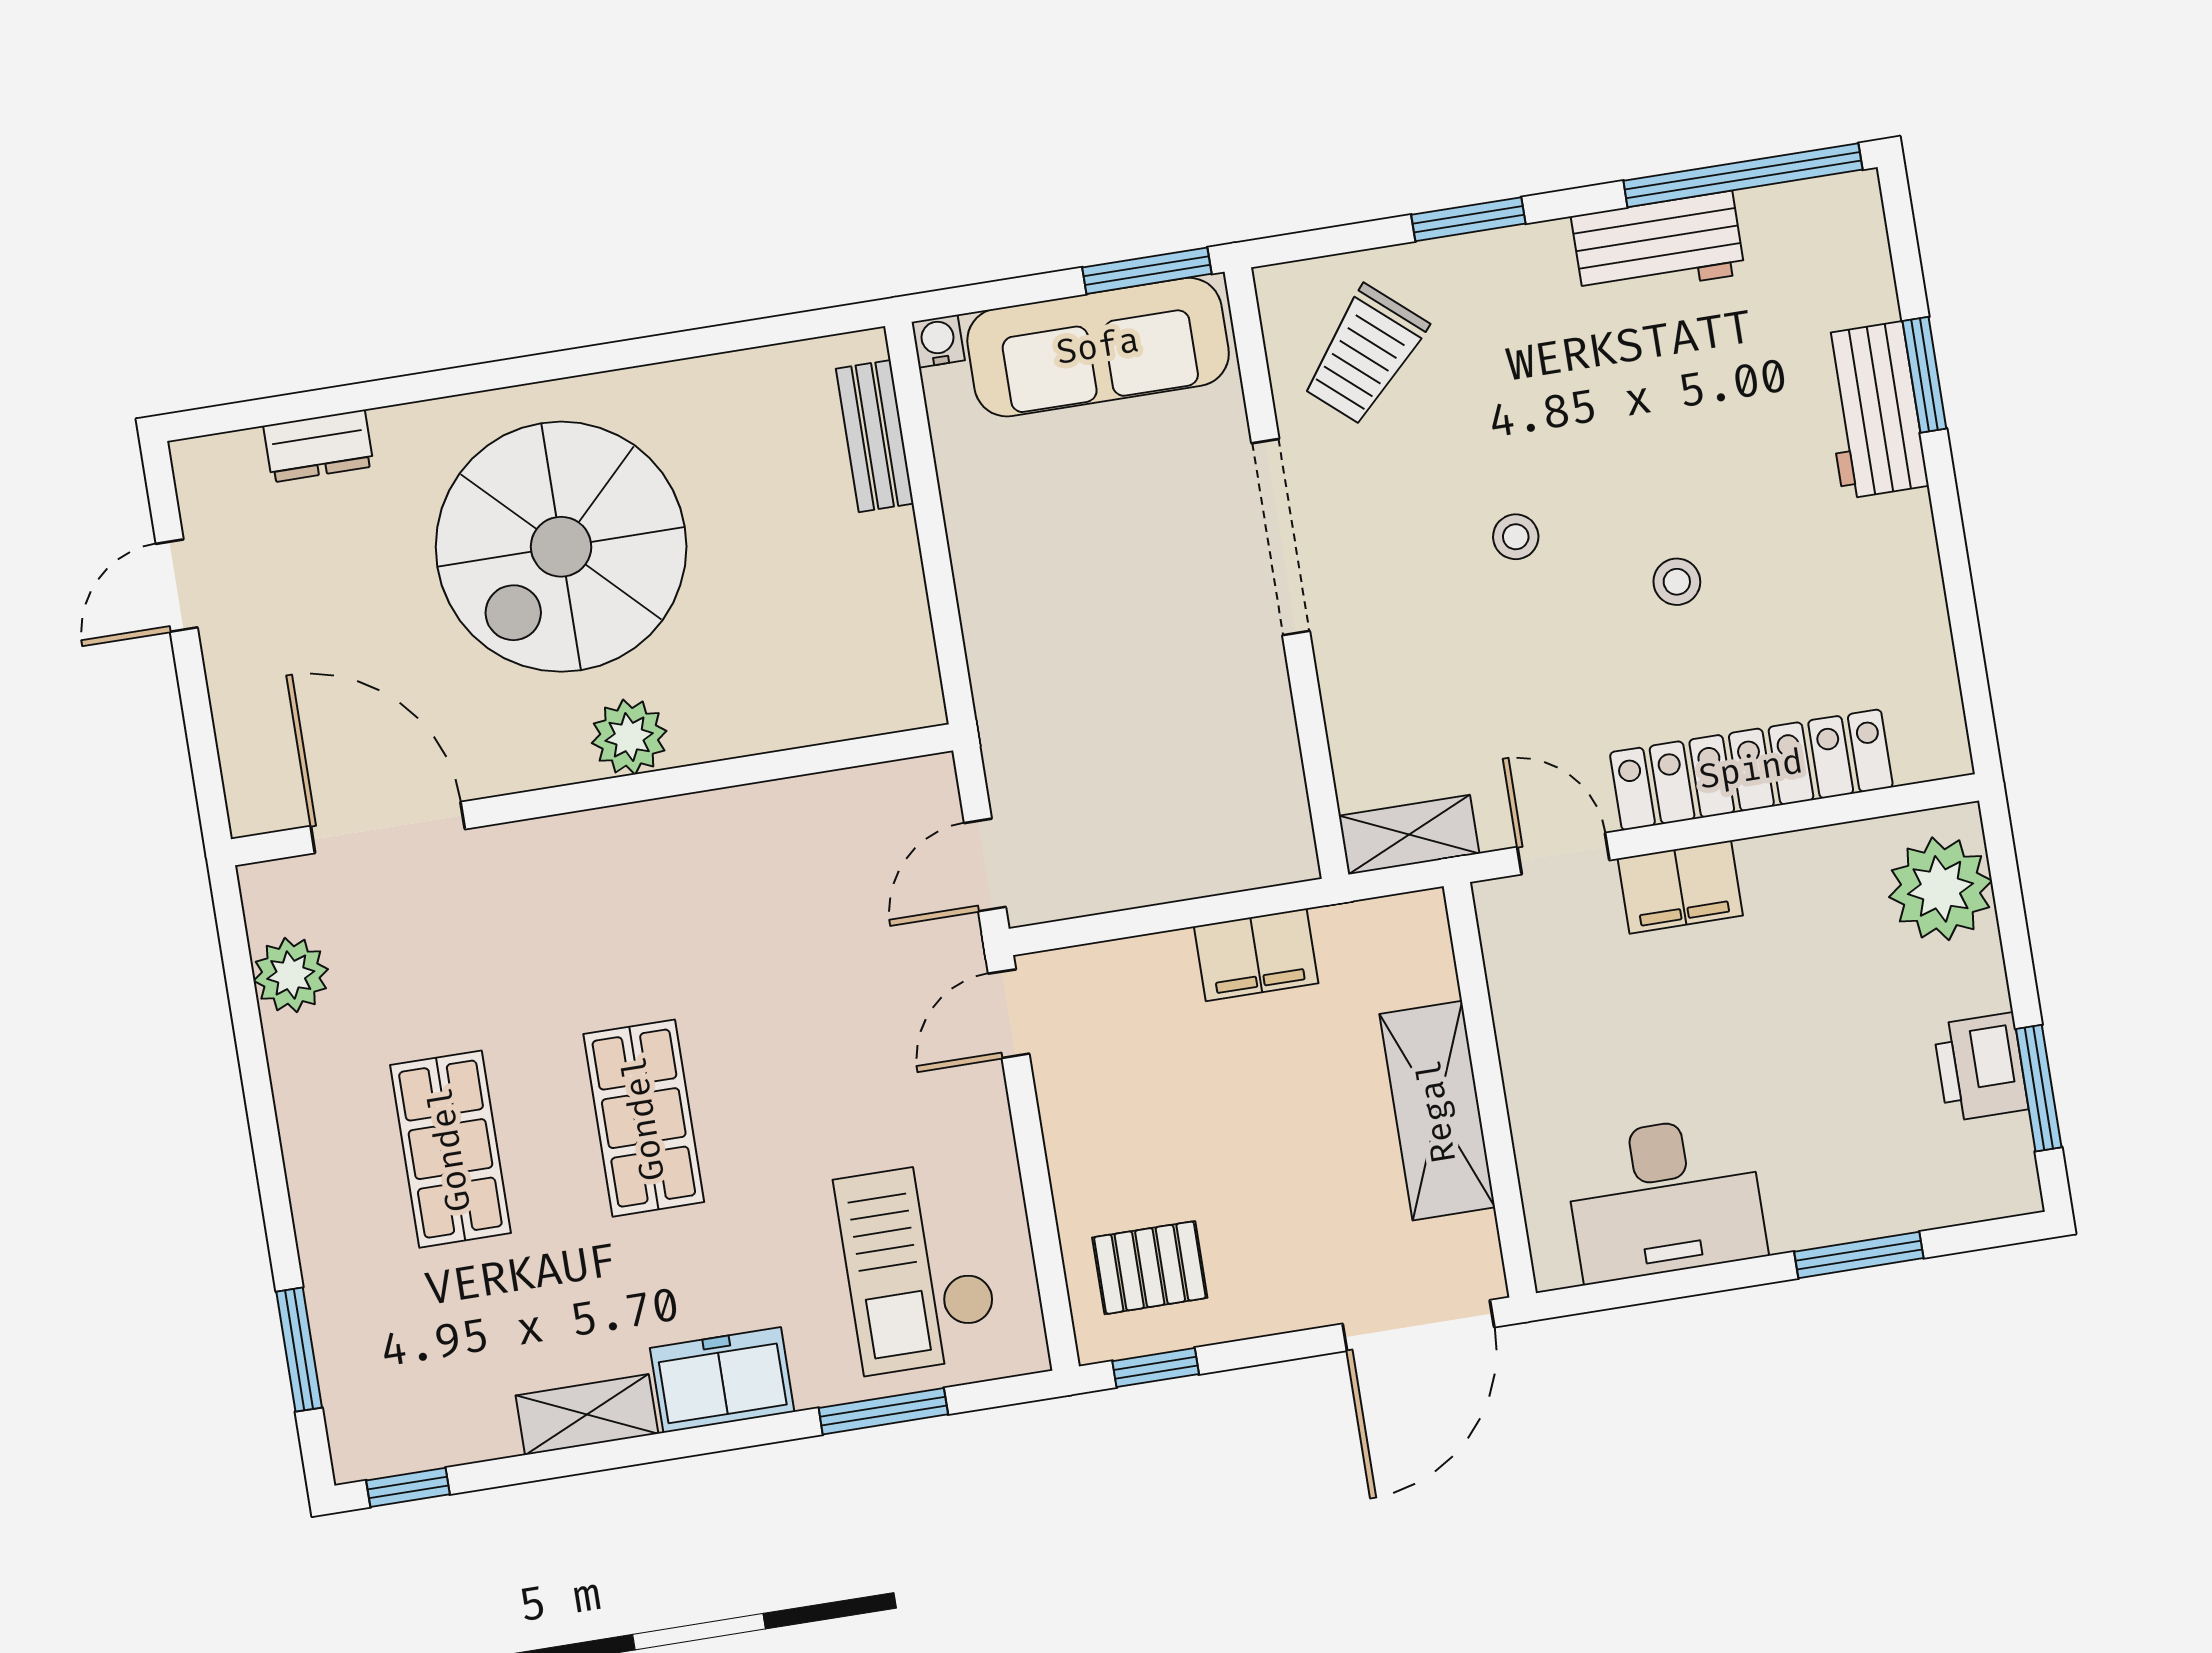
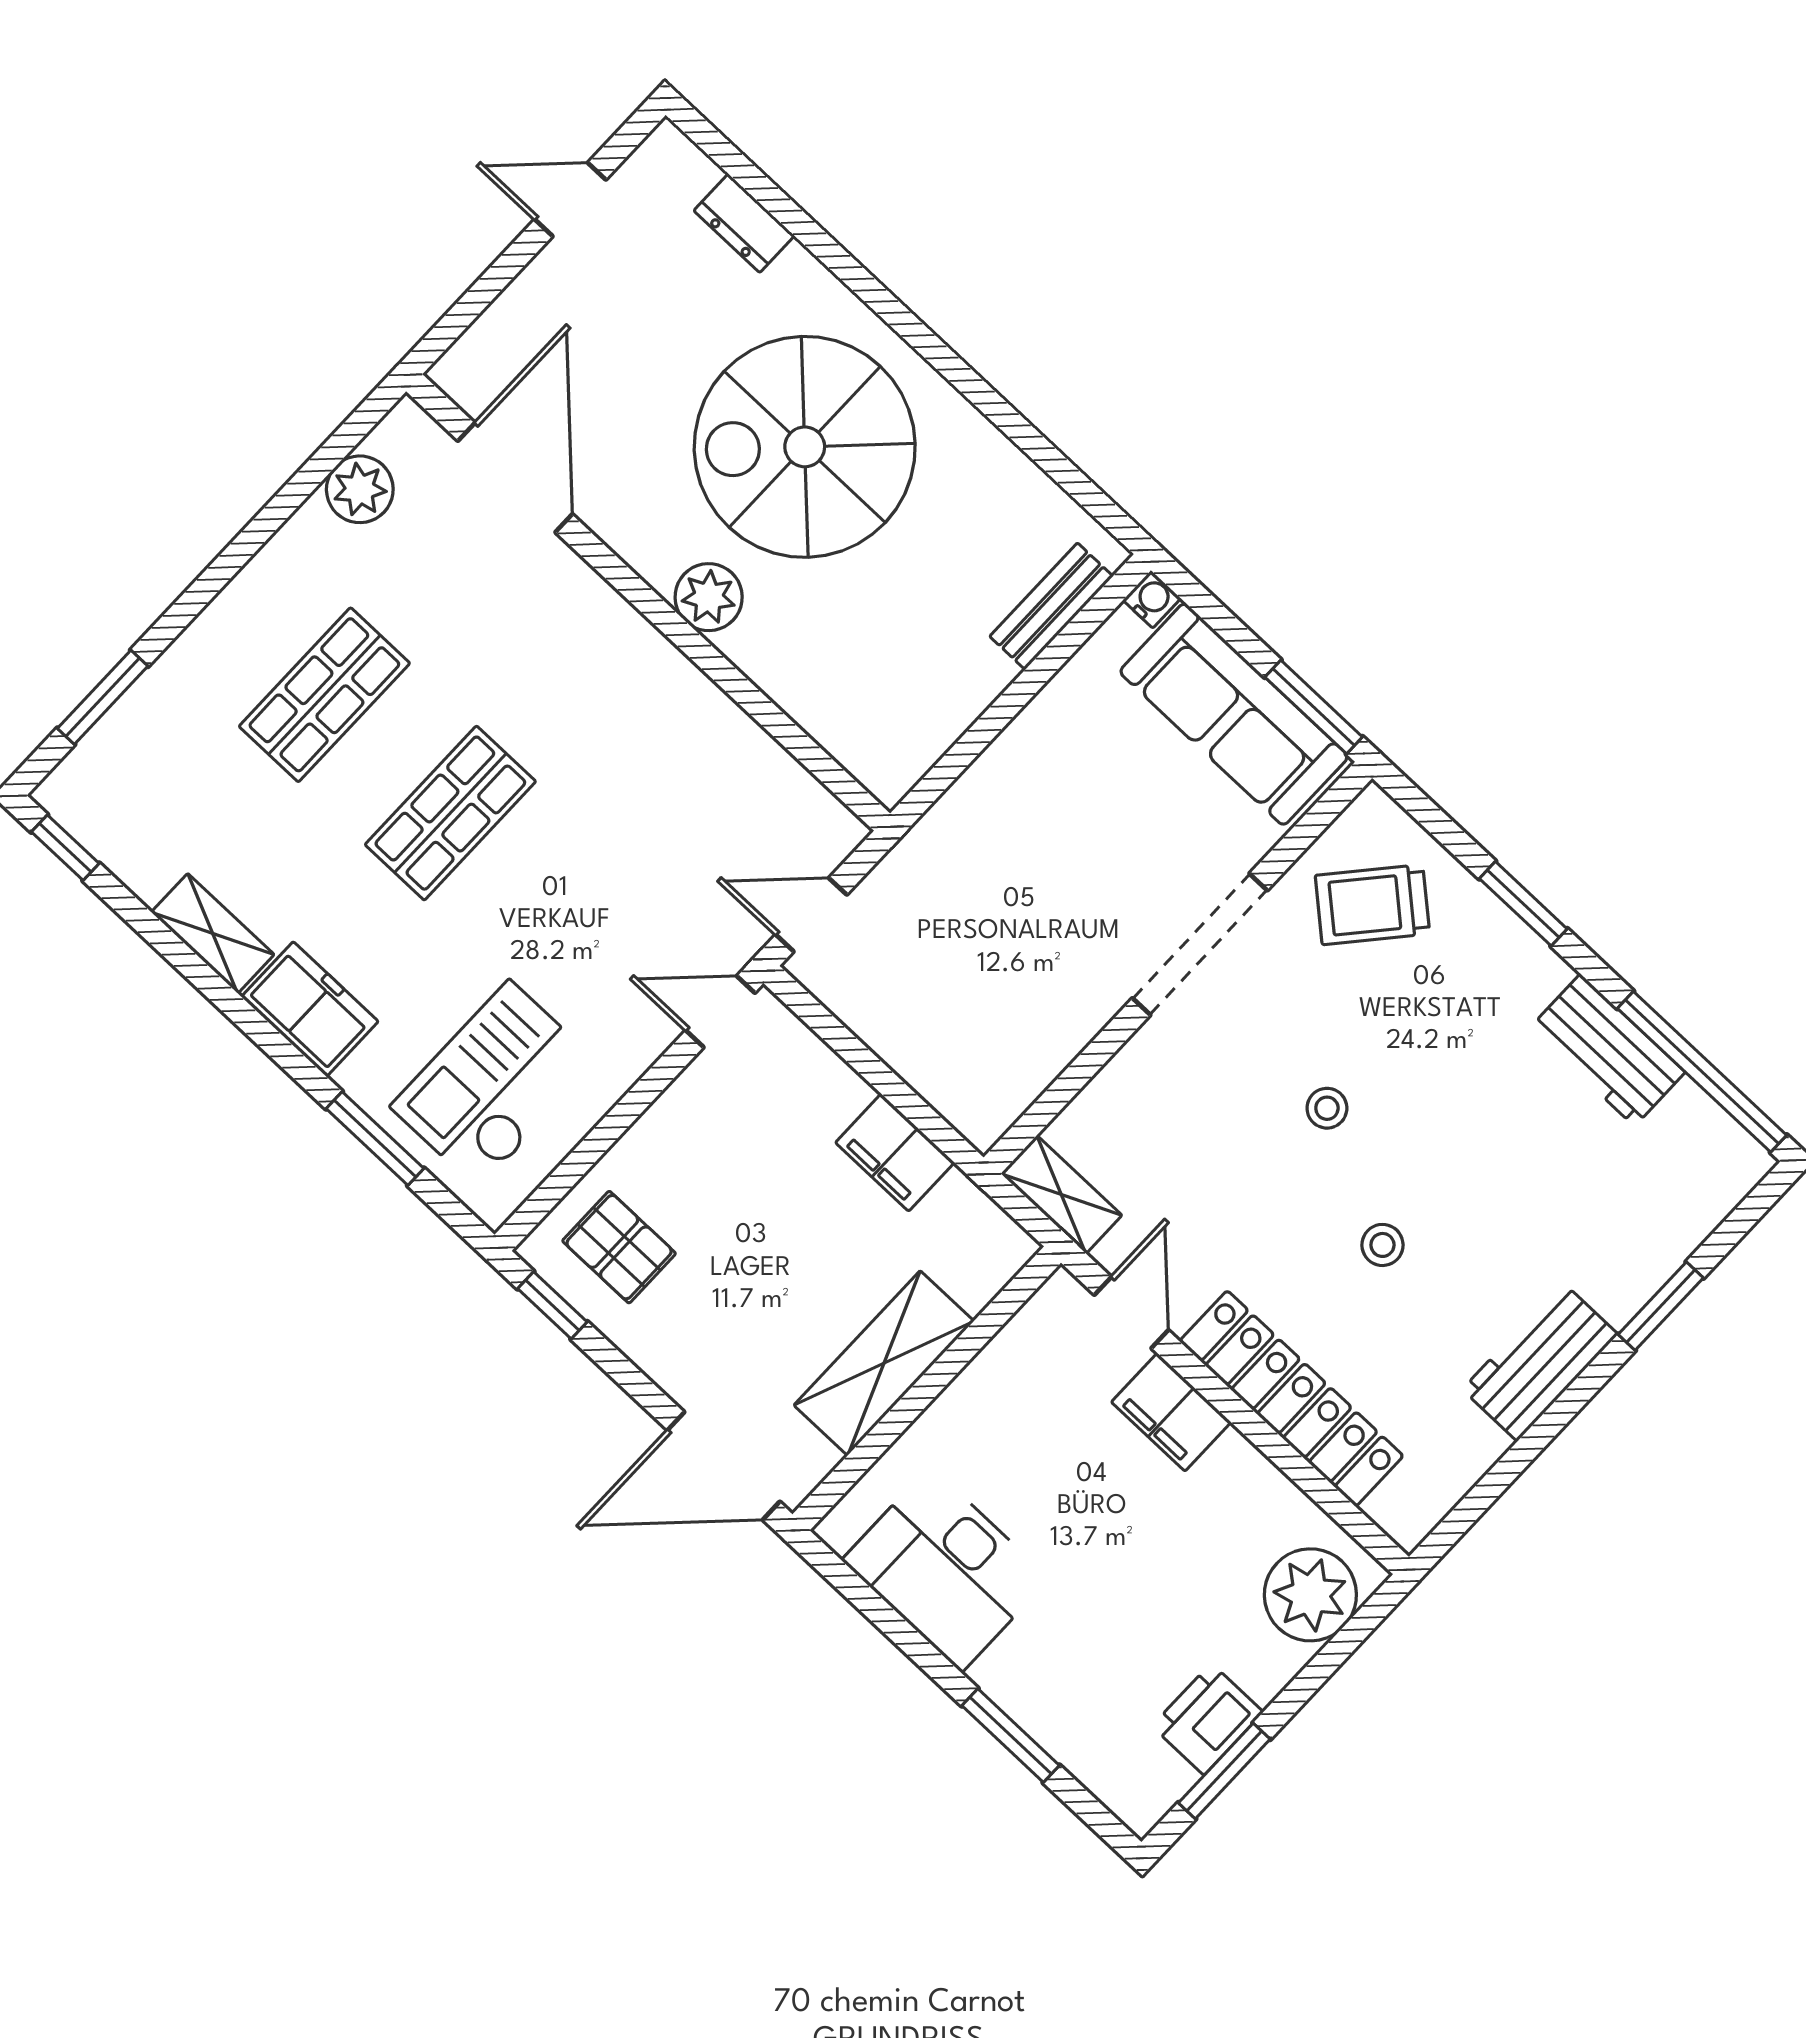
workbench: (1873, 410) -> (1540, 1362), moved

